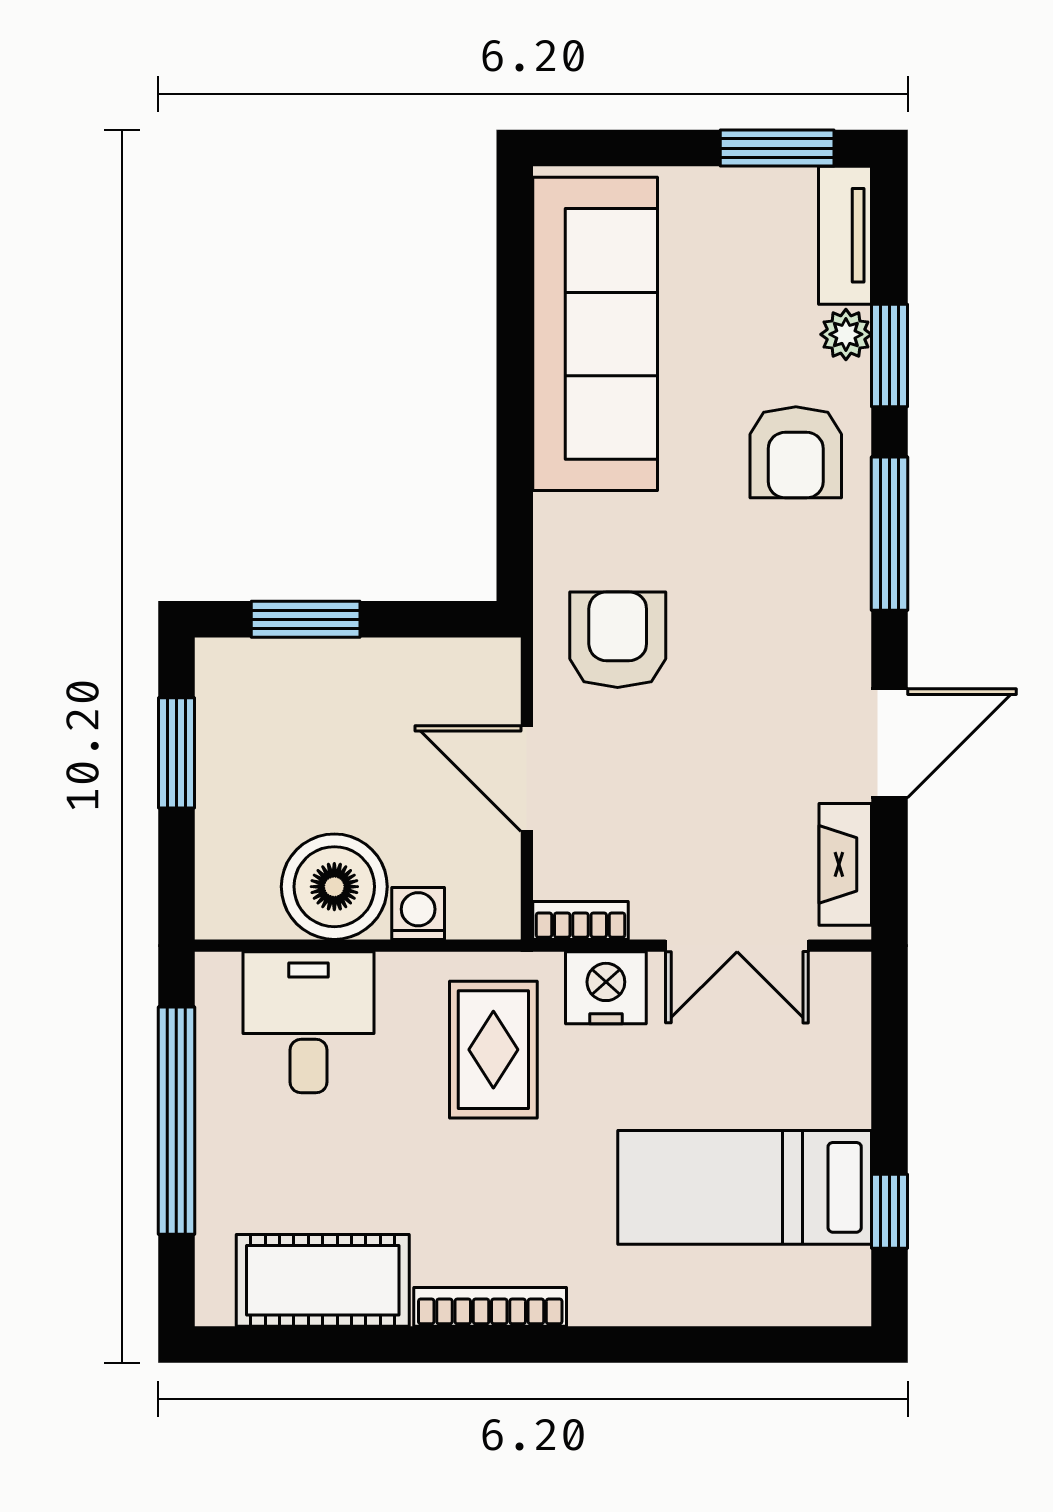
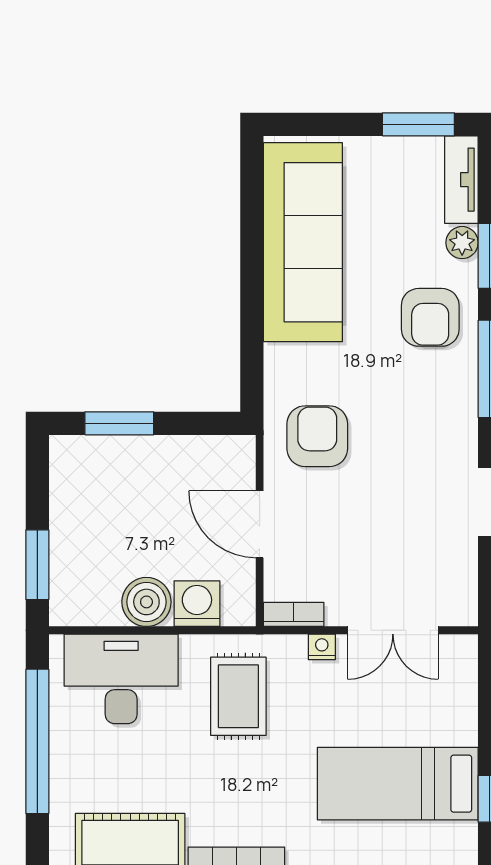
window: (176, 753) -> (37, 565), moved
fireplace: (845, 864) -> (462, 579), removed
boiler: (334, 887) -> (146, 602), width x0.73, depth x0.73
washing machine: (418, 913) -> (197, 604), width x1.38, depth x1.38
nightstand: (606, 988) -> (322, 647), width x0.53, depth x0.56
desk: (309, 1022) -> (121, 679), width x1.37

